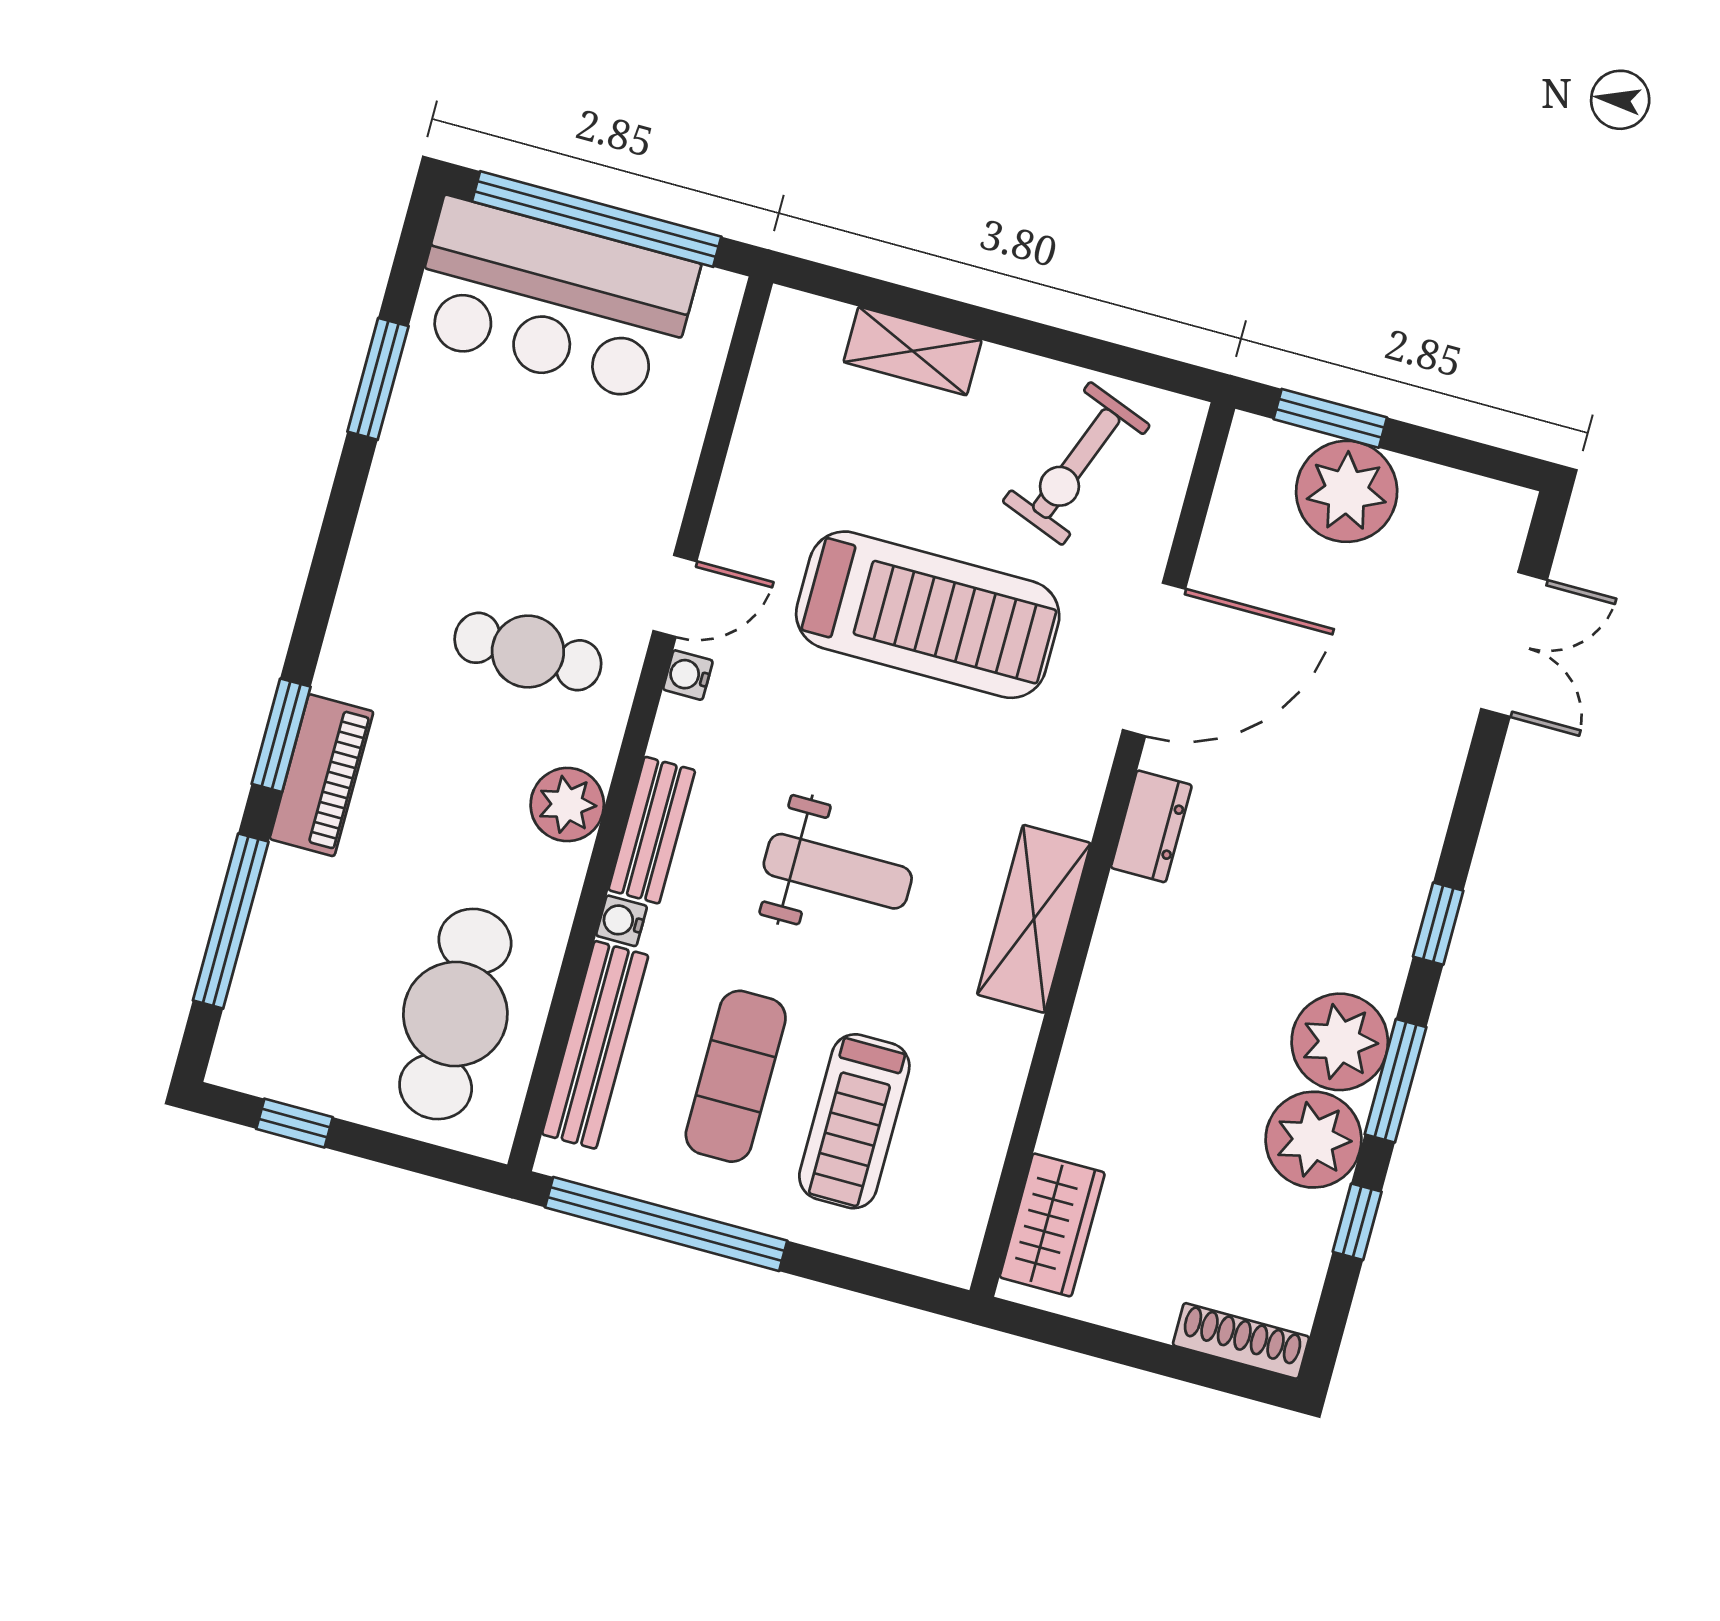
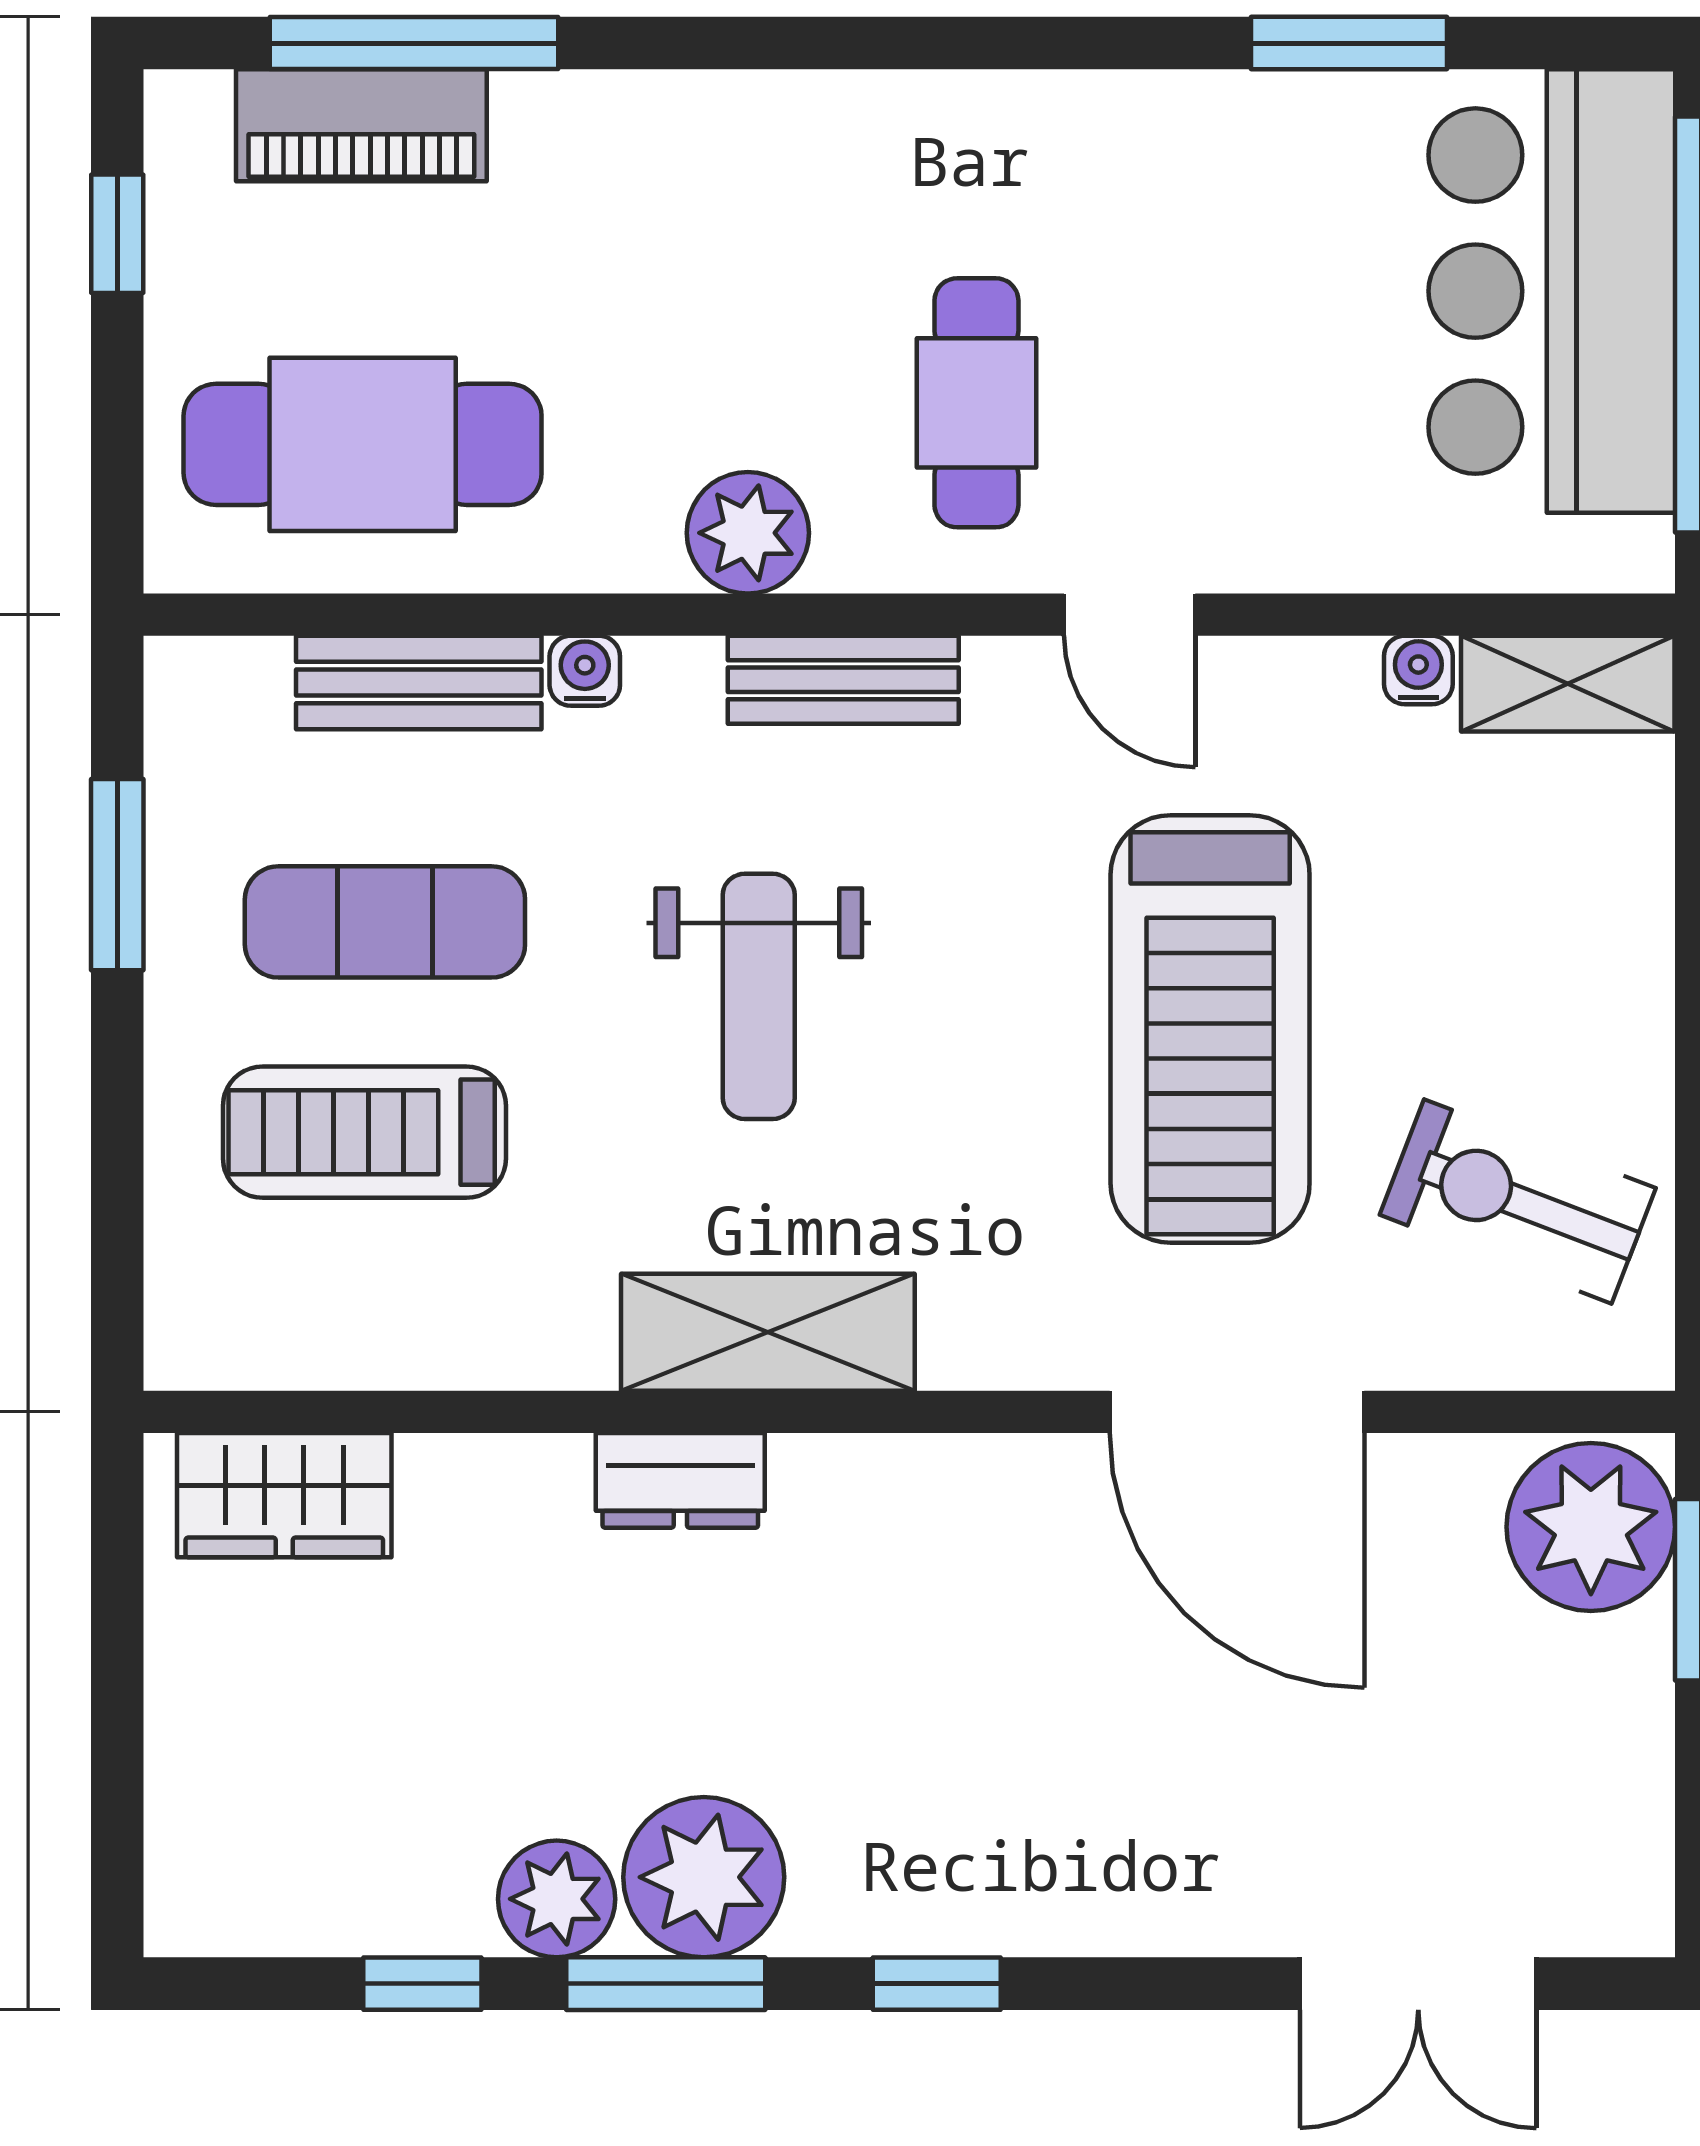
shelving: (913, 351) -> (1568, 684), moved, turned 90
plant: (1347, 491) -> (1591, 1527), moved
water cooler: (688, 675) -> (1418, 670), moved
window: (281, 735) -> (734, 43), removed
piano: (321, 775) -> (361, 125), moved
dresser: (1151, 826) -> (680, 1480), moved
bench: (652, 830) -> (843, 680), moved
bench: (595, 1045) -> (419, 683), width x0.73
plant: (1313, 1140) -> (557, 1899), width x0.73, depth x0.73
window: (666, 1224) -> (117, 875), width x0.47
shoe rack: (1241, 1341) -> (180, 1849), removed

